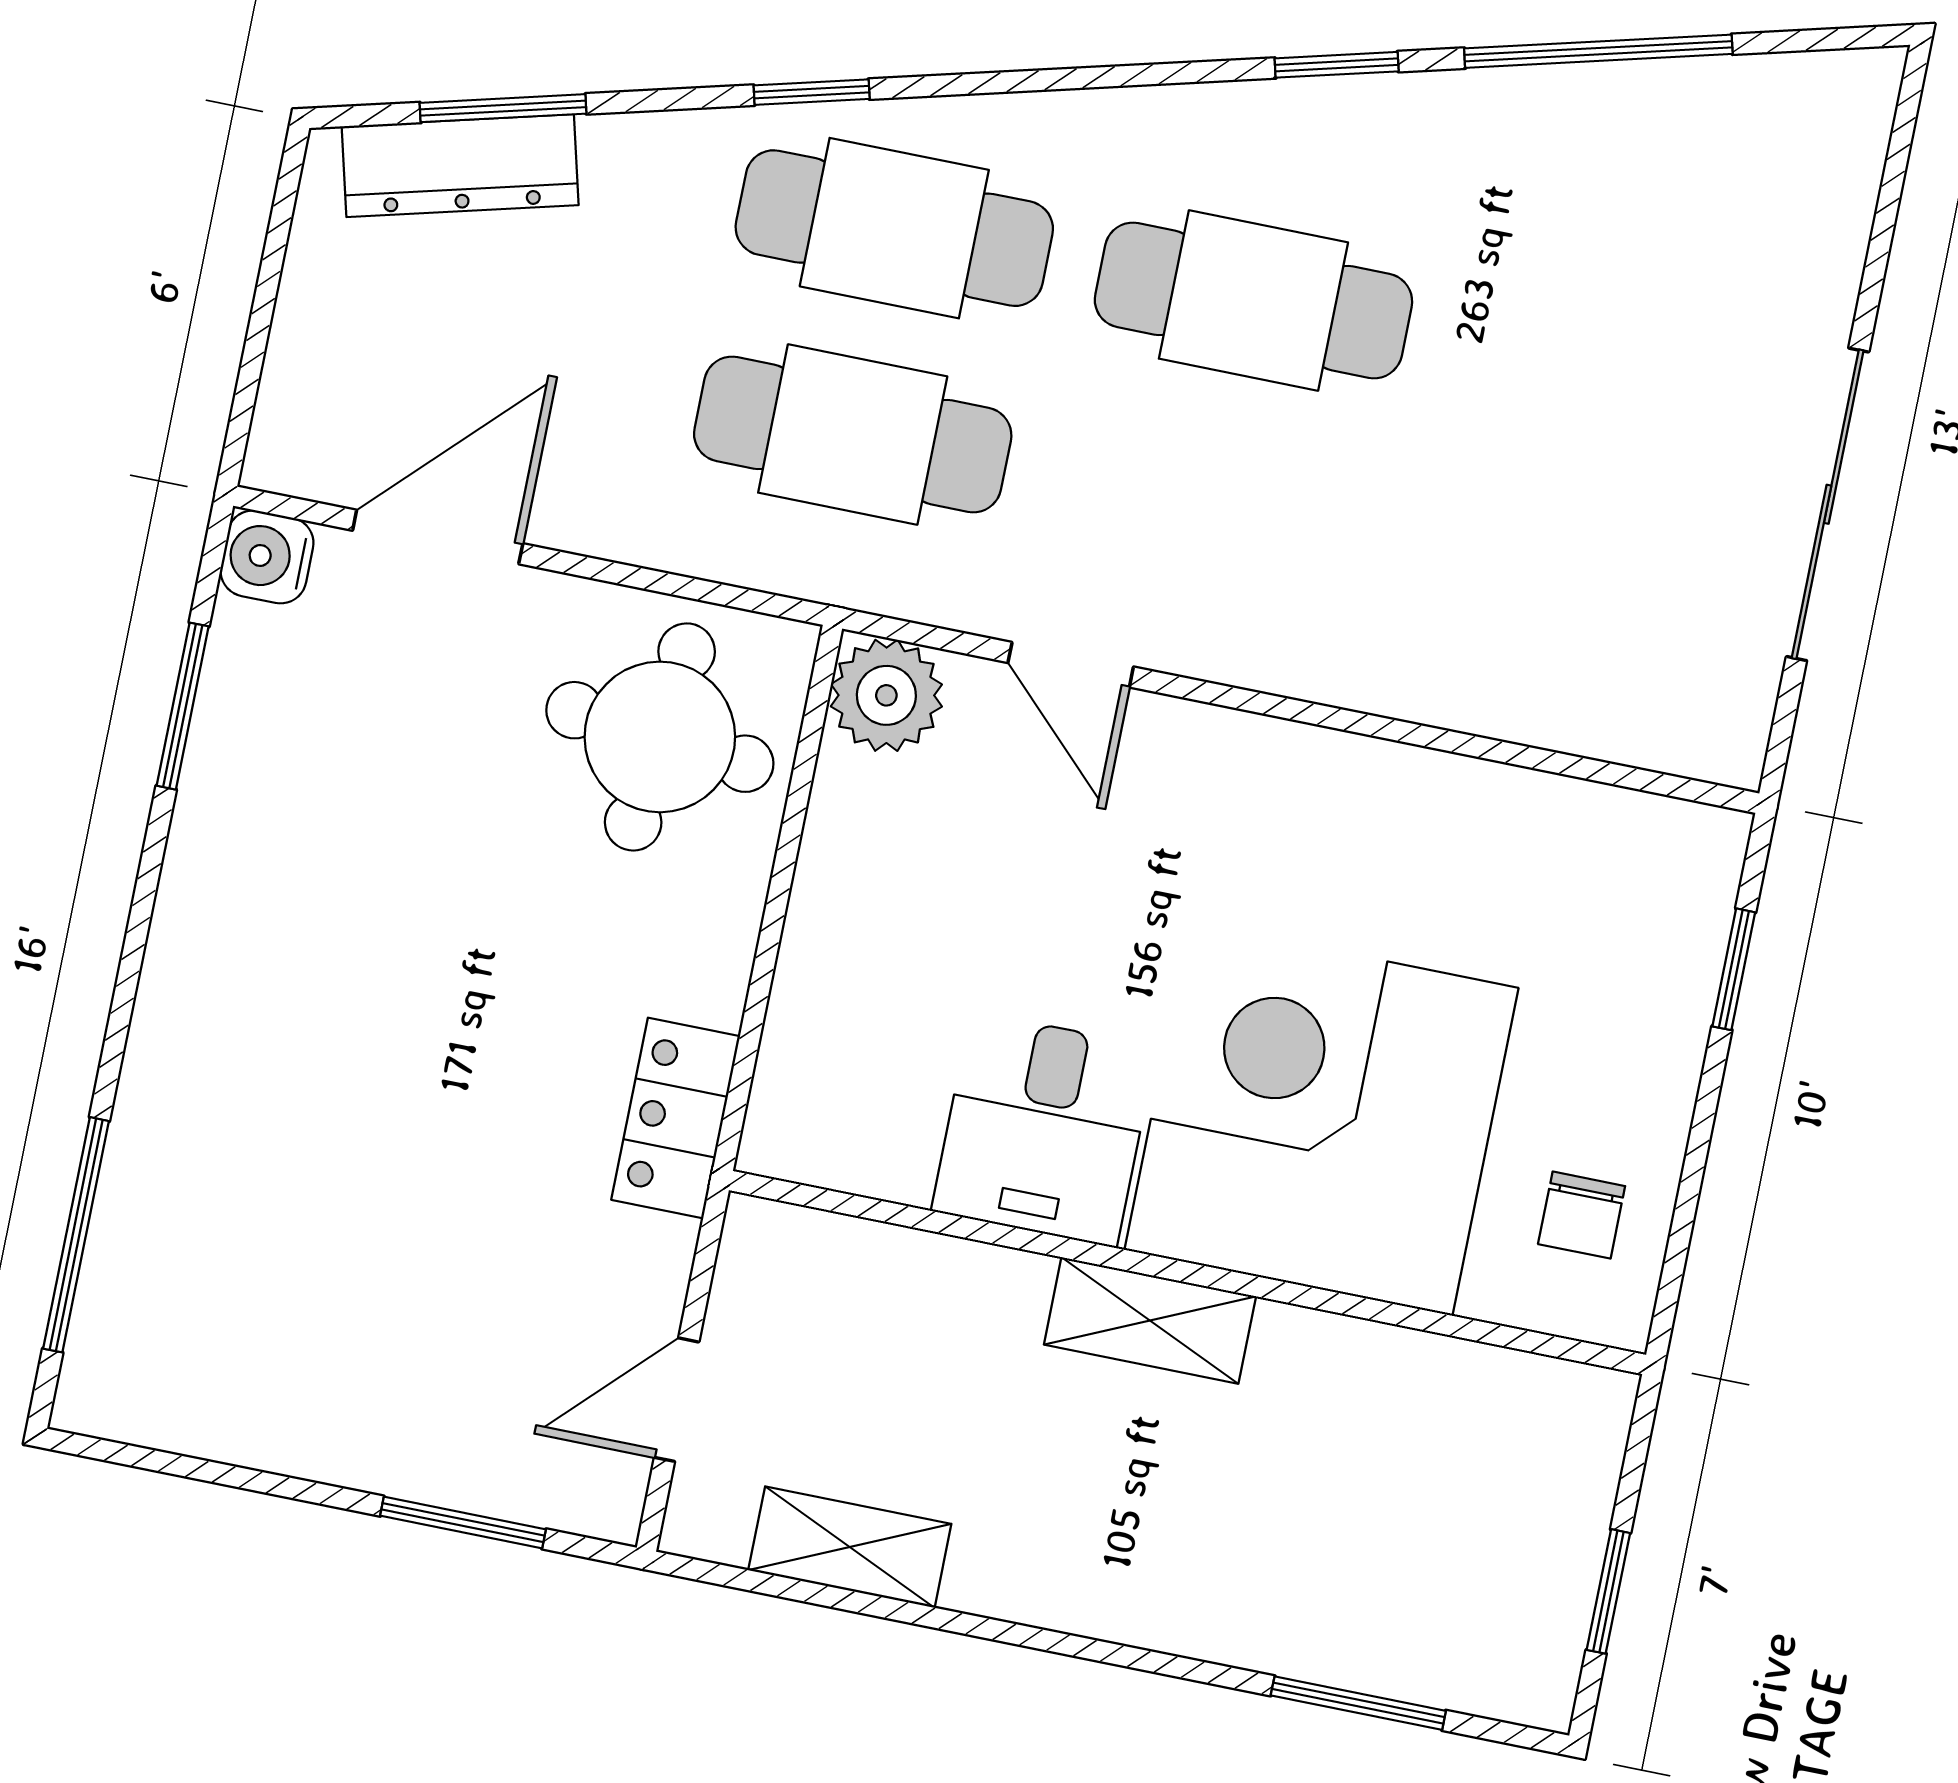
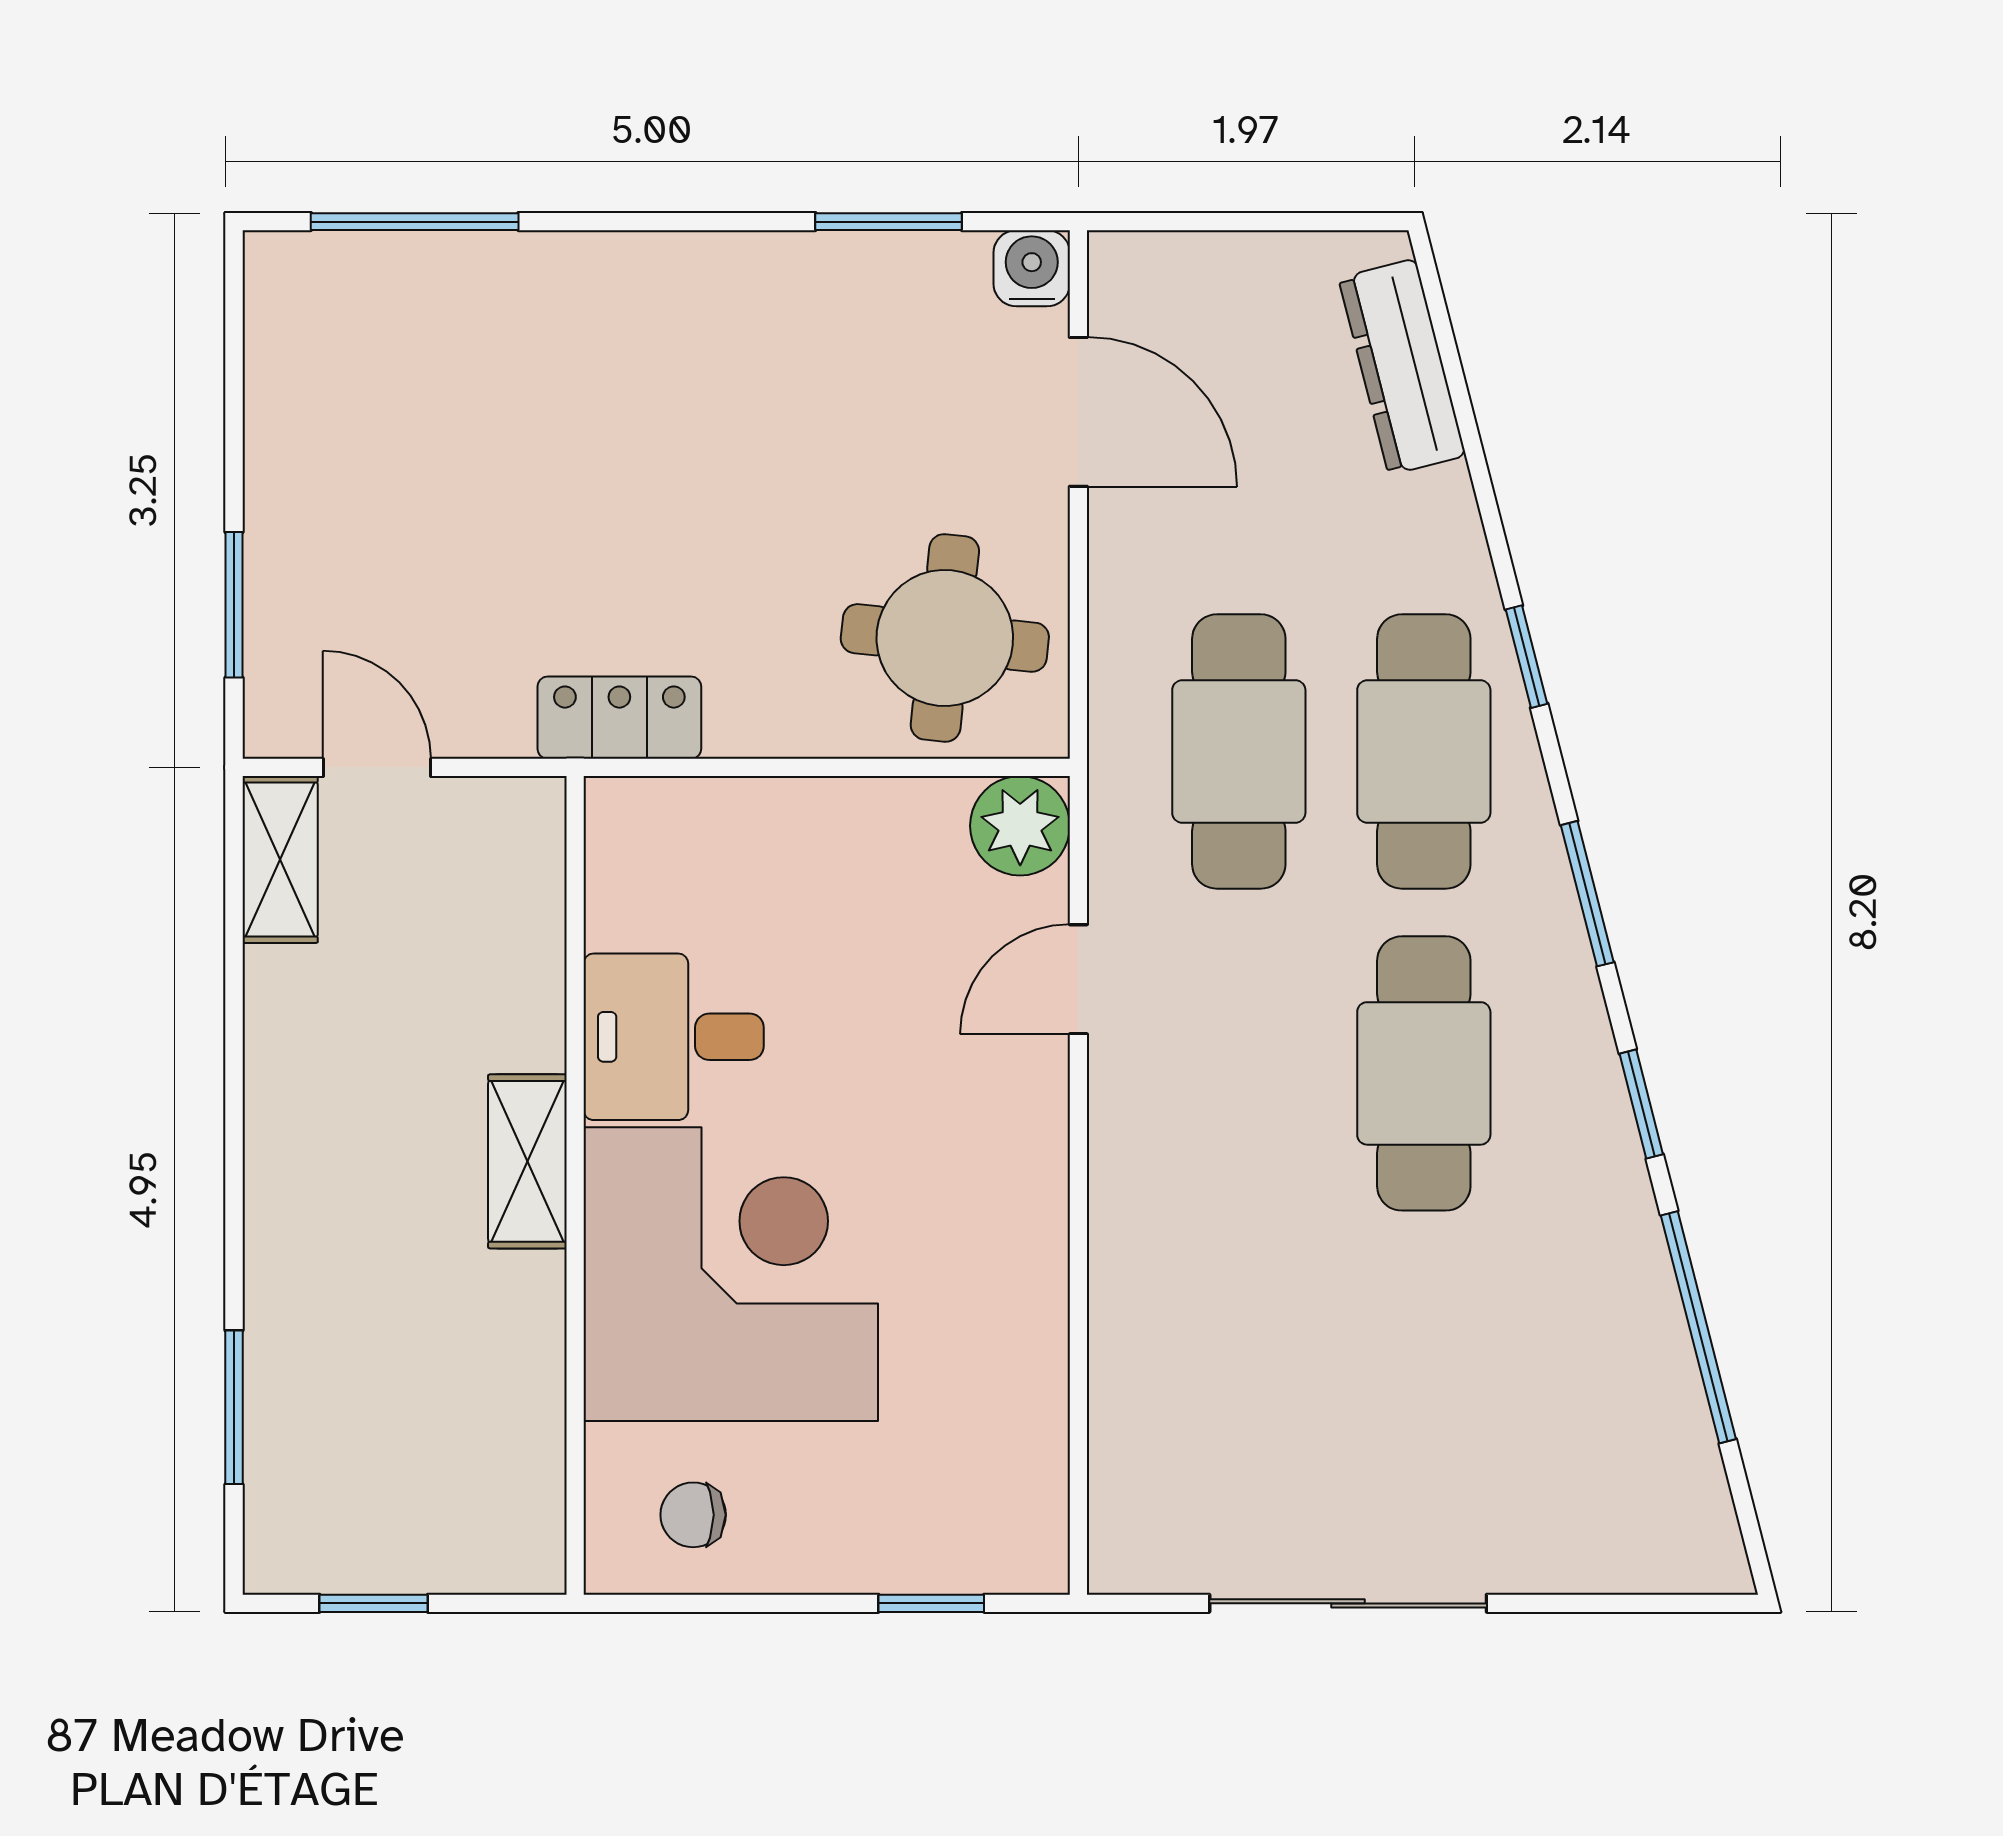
window: (503, 108) -> (1587, 894), moved
shelving: (850, 1547) -> (280, 860), moved

